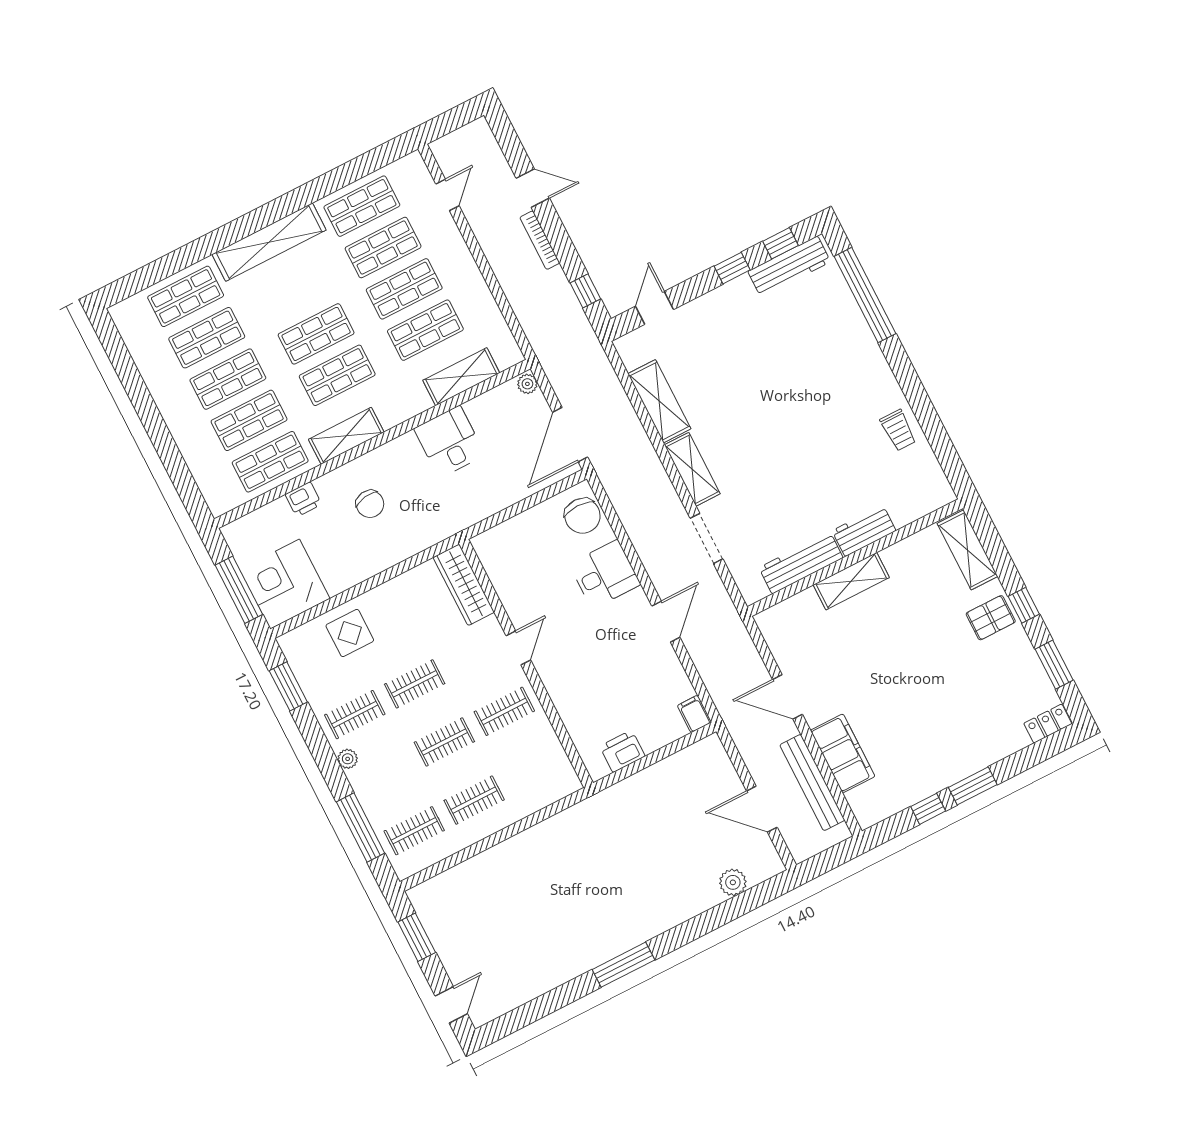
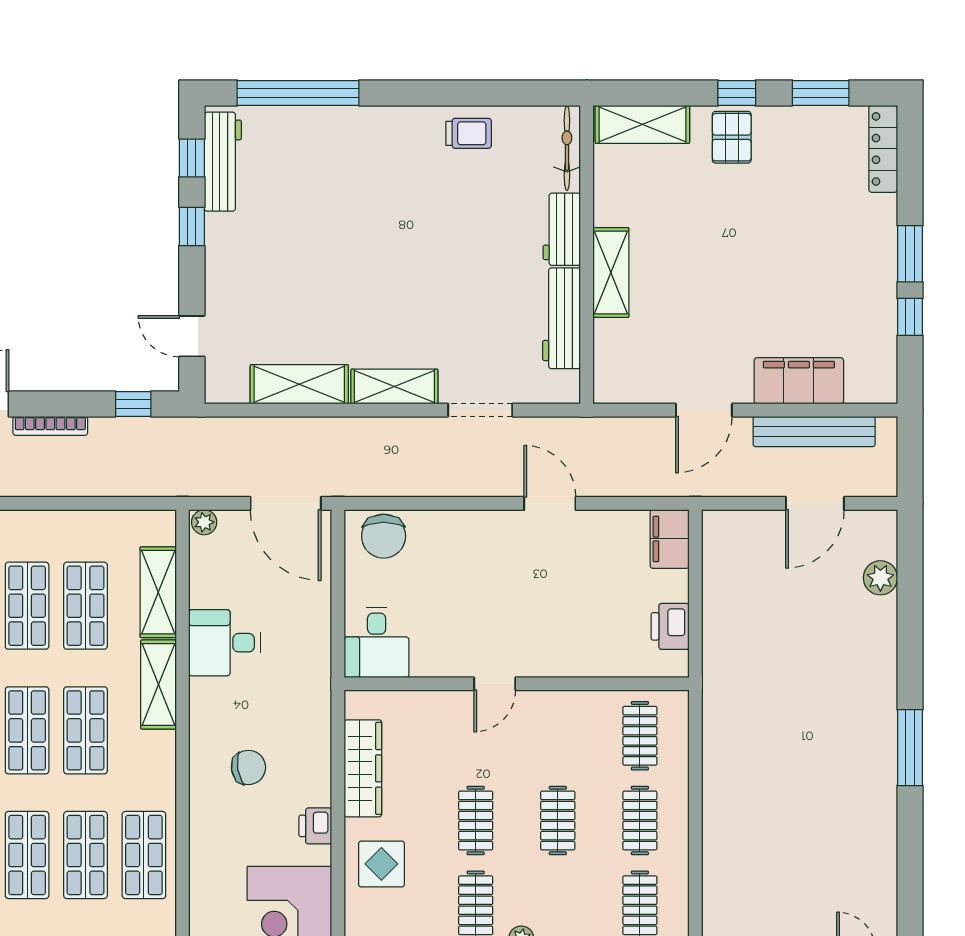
shelving: (346, 436) -> (158, 685), moved
printer: (303, 499) -> (315, 826), moved, turned 180
bicycle: (923, 505) -> (567, 148), added
chair: (582, 516) -> (384, 536), turned 90
desk: (605, 574) -> (377, 643), moved, turned 180
wardrobe: (464, 585) -> (363, 768), moved, turned -90
door: (518, 648) -> (495, 684), swing flipped
clothes rail: (504, 711) -> (640, 736), moved
filing cabinet: (694, 714) -> (670, 539), width x2.00
locker: (1048, 724) -> (883, 149), width x1.53

